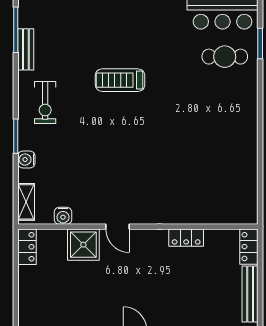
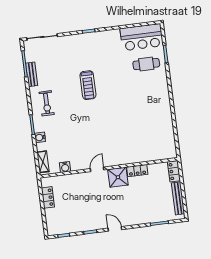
treadmill: (120, 80) -> (88, 85), turned -90
door: (118, 227) -> (97, 169), swing flipped
shower: (83, 245) -> (118, 177), moved
locker: (27, 247) -> (48, 197), moved

